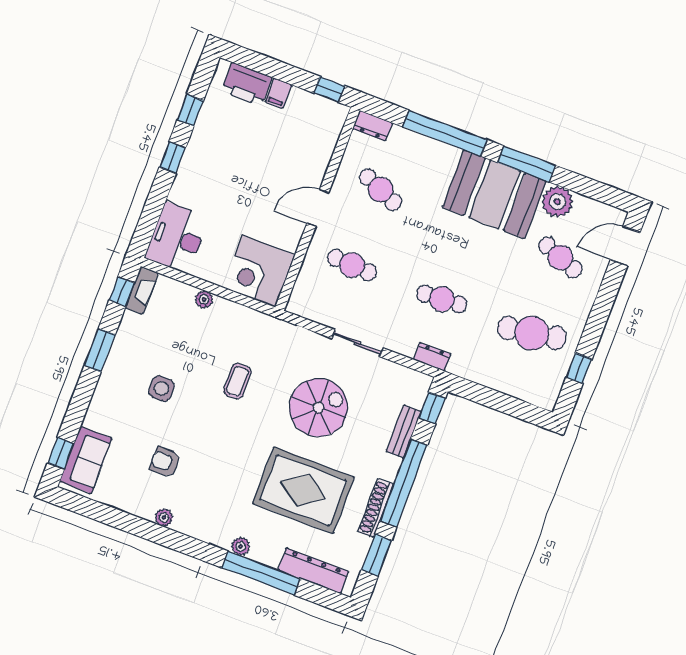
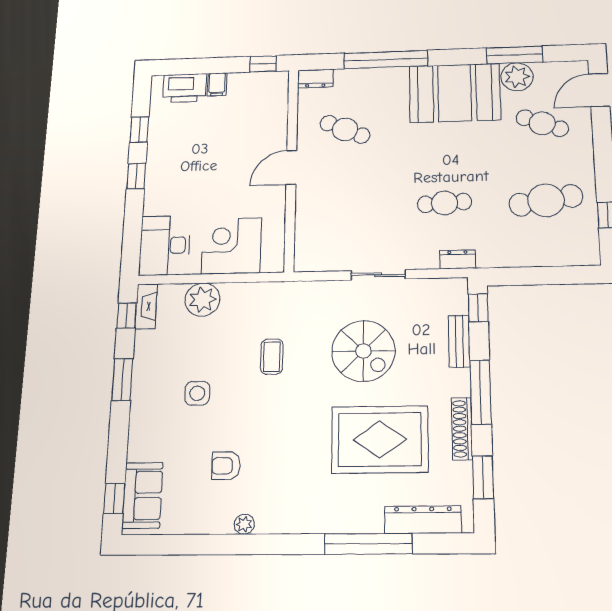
window: (526, 164) -> (515, 55), moved
cafe table: (352, 265) -> (344, 206), removed
corner desk: (259, 271) -> (231, 246), moved, turned 90
plant: (204, 299) -> (202, 300), width x1.87, depth x1.87
spiral stairs: (318, 408) -> (363, 351), turned 90
window: (404, 483) -> (480, 392), width x0.68
plant: (241, 546) -> (336, 524), removed

